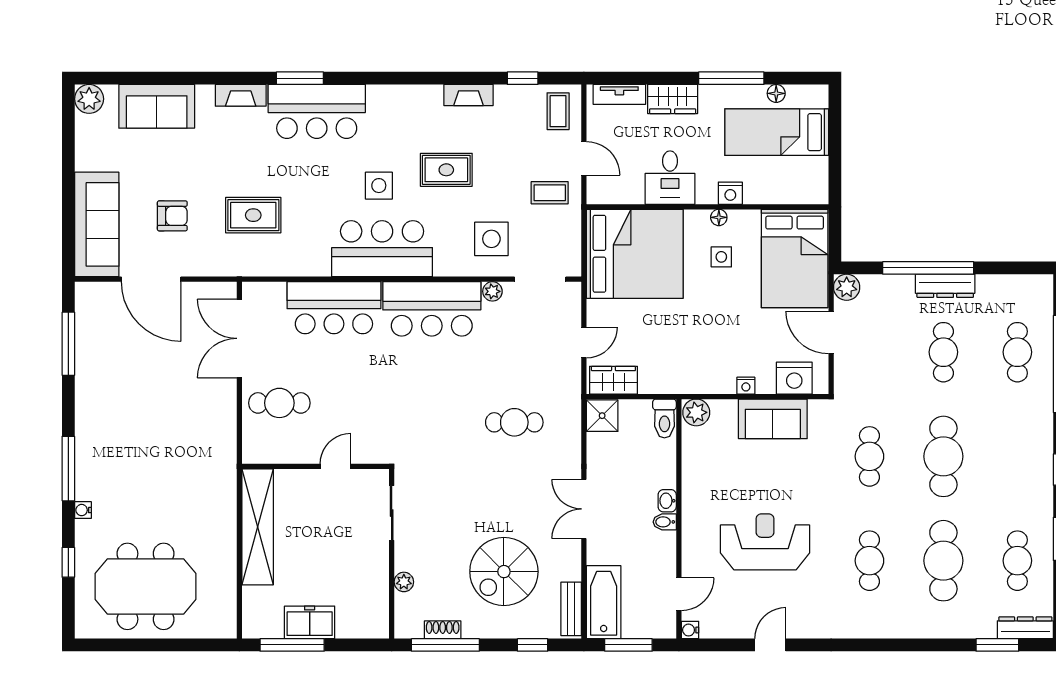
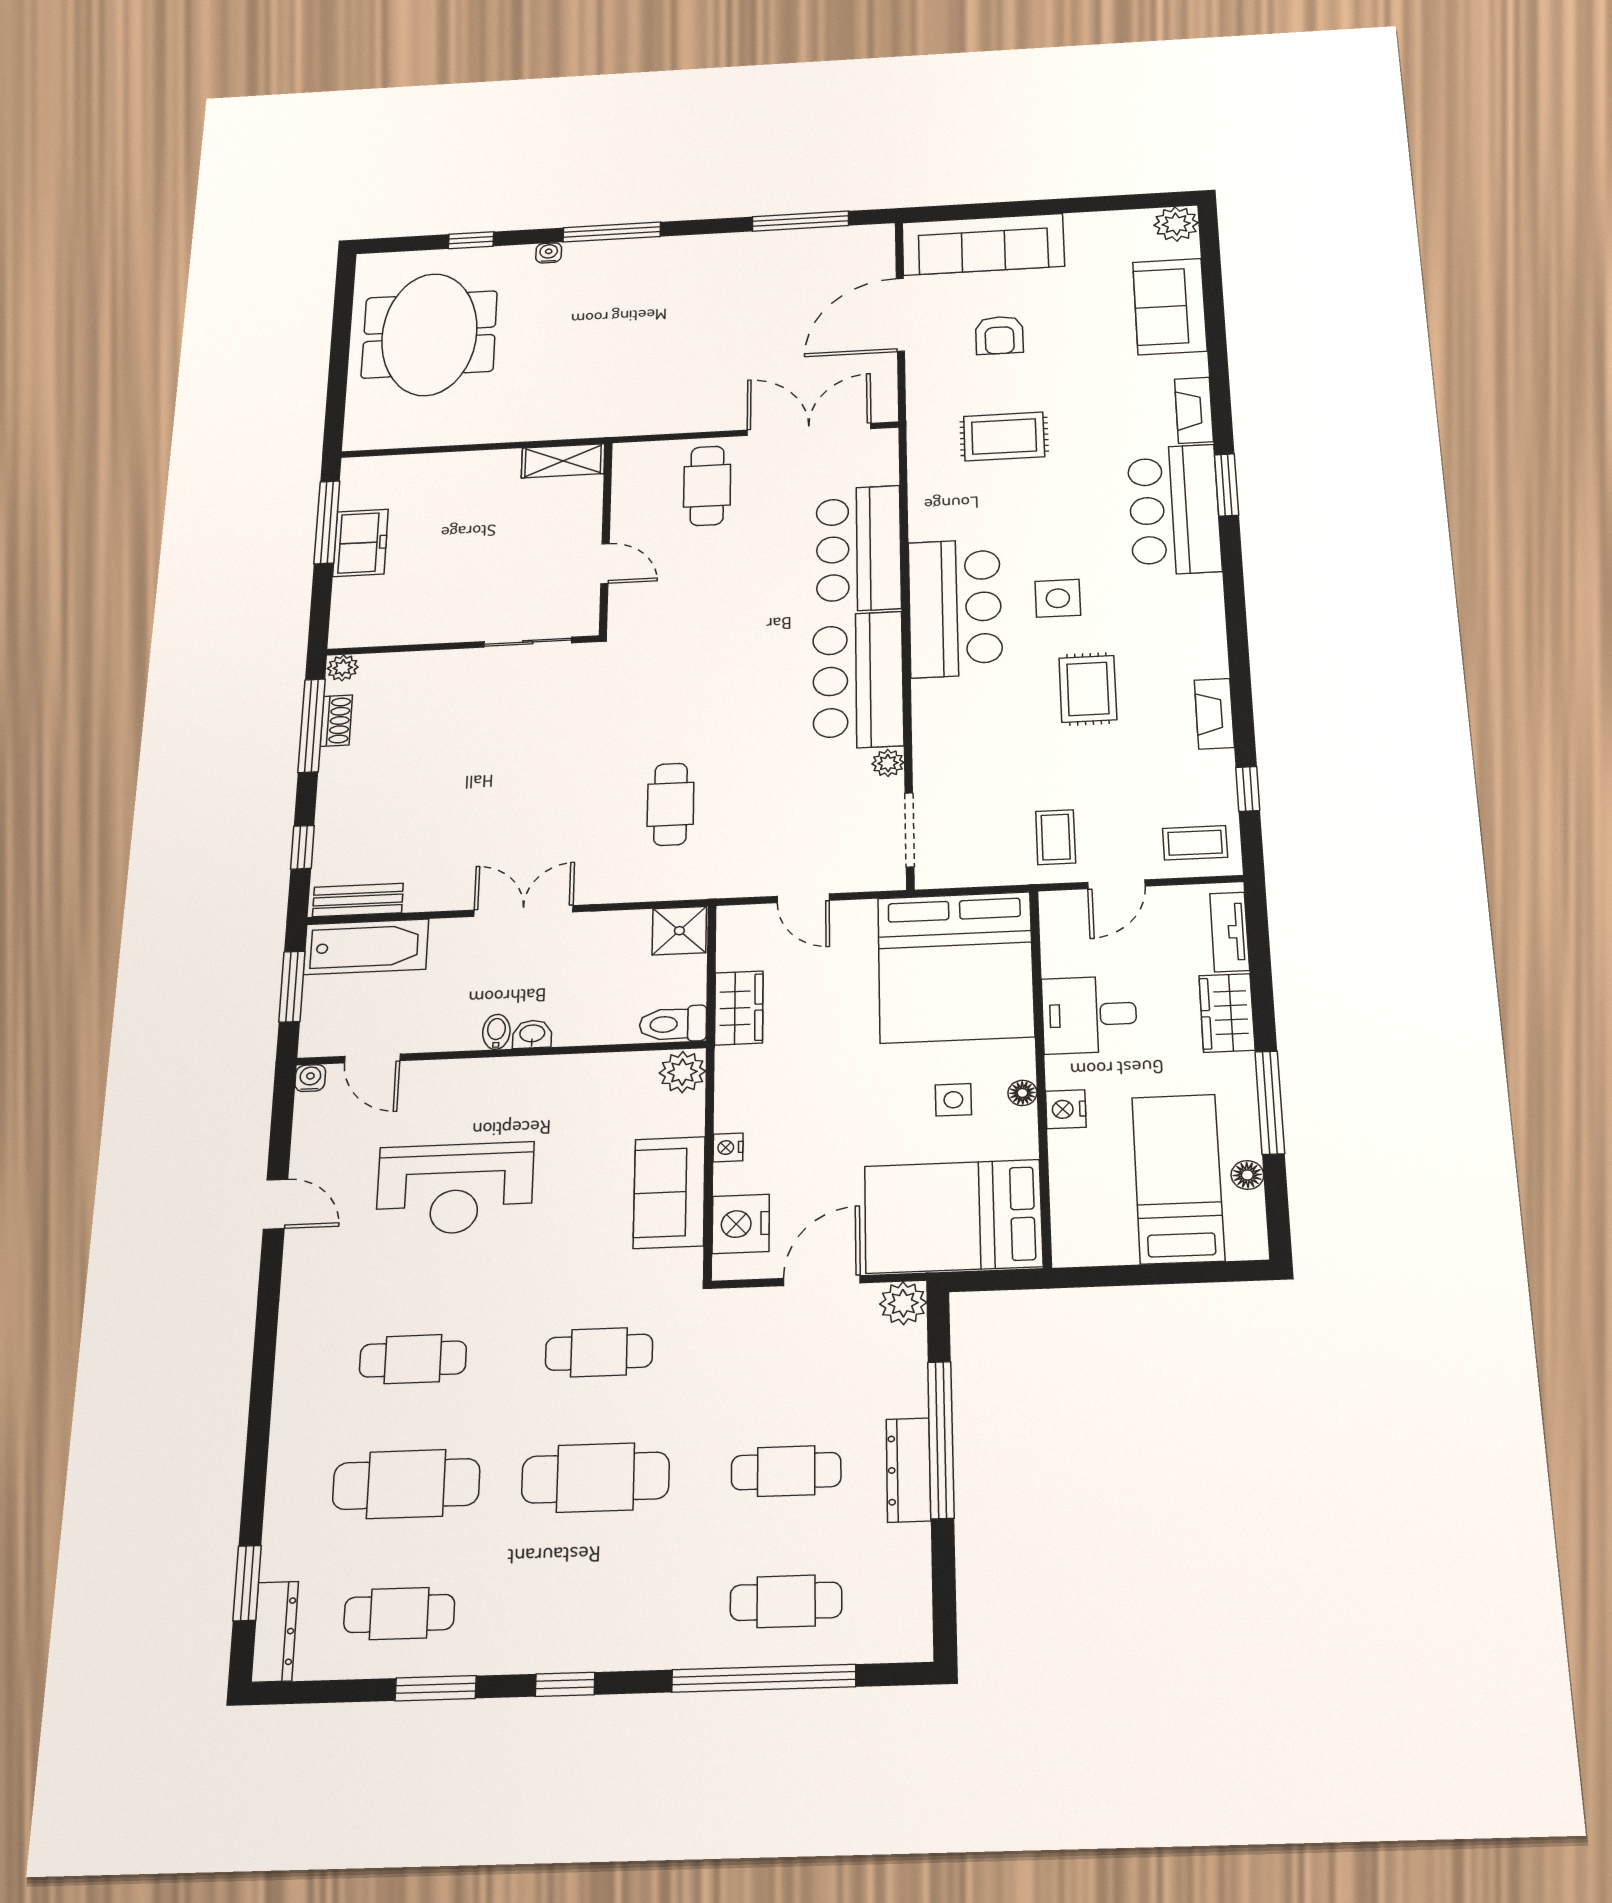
rug: (253, 215) -> (1004, 436), turned 90
side table: (491, 239) -> (975, 757), removed
wardrobe: (613, 380) -> (739, 1008), moved
shelving: (258, 527) -> (563, 461), width x0.45, depth x0.75
reception desk: (765, 542) -> (455, 1188), turned 90
spiral stairs: (504, 572) -> (425, 801), removed
plant: (404, 582) -> (343, 668), moved

